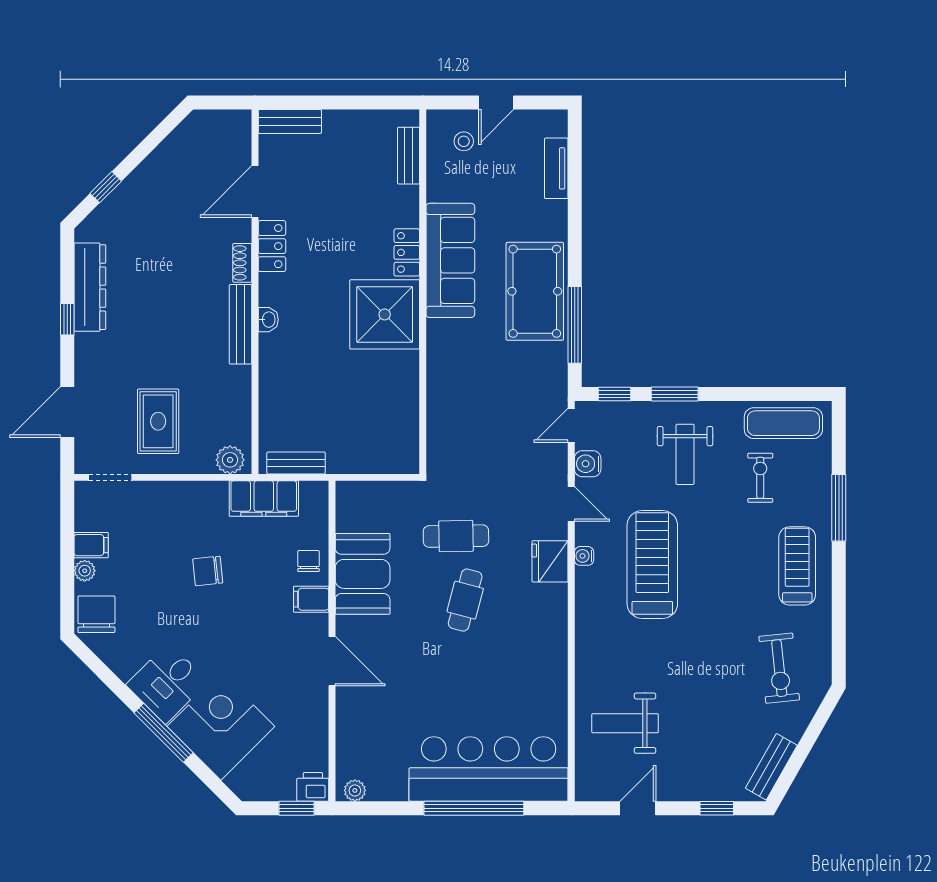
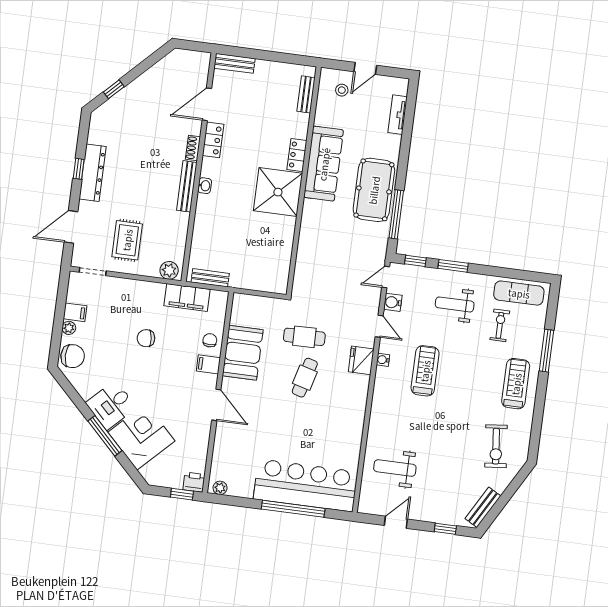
dresser: (90, 287) -> (93, 173), moved
weight bench: (685, 454) -> (455, 304), turned 90
treadmill: (652, 564) -> (425, 371), width x0.73, depth x0.73
chair: (96, 614) -> (73, 356), turned 90

